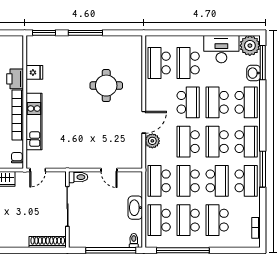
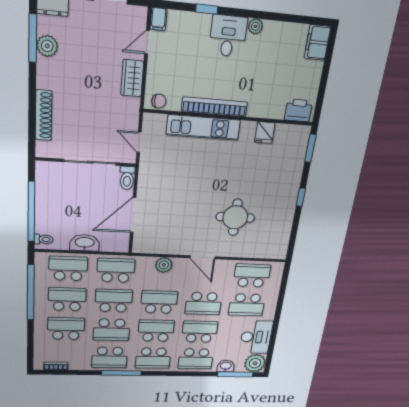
window: (85, 33) -> (301, 197), width x0.46
school desk: (188, 63) -> (247, 305), turned 180
printer: (15, 79) -> (298, 110), moved
door: (144, 122) -> (203, 257), moved
door: (38, 170) -> (139, 142), moved
door: (109, 170) -> (133, 215), width x1.87
shoe rack: (48, 242) -> (44, 115), moved

